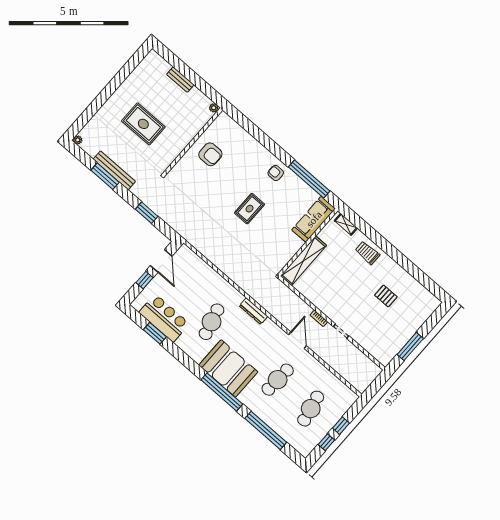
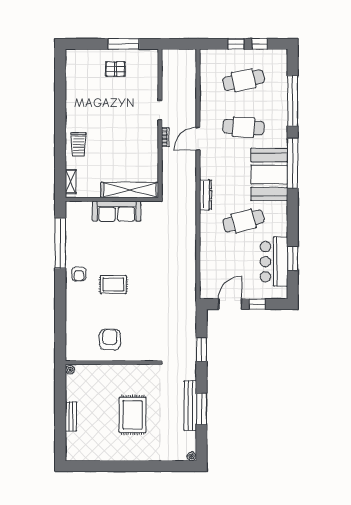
rug: (249, 209) -> (113, 284), moved
sofa: (314, 219) -> (117, 211), moved
pallet: (386, 296) -> (115, 69), moved, turned 90

